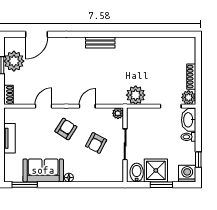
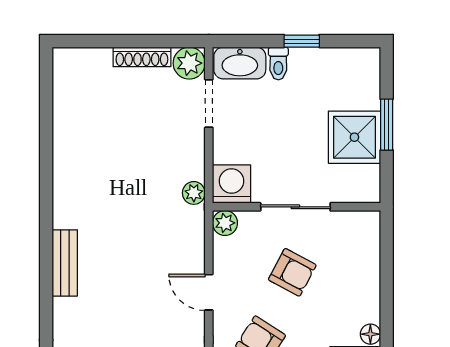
plant: (136, 95) -> (194, 193), width x0.53, depth x0.53
window: (198, 160) -> (302, 41), moved
bidet: (137, 173) -> (359, 181), removed
washing machine: (187, 174) -> (232, 184), moved, turned 90

